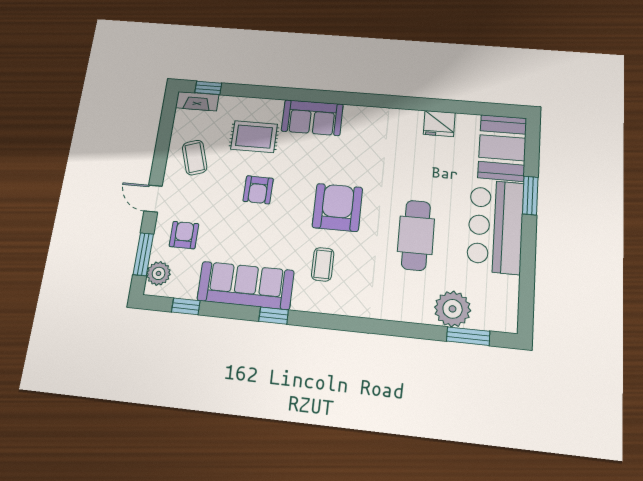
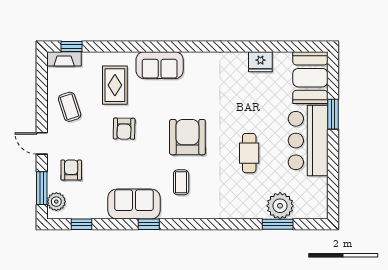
rug: (254, 137) -> (115, 85), turned 90
cafe table: (416, 235) -> (249, 153), width x0.73, depth x0.74
sofa: (246, 285) -> (134, 204), width x0.73
window: (468, 336) -> (278, 224), moved

